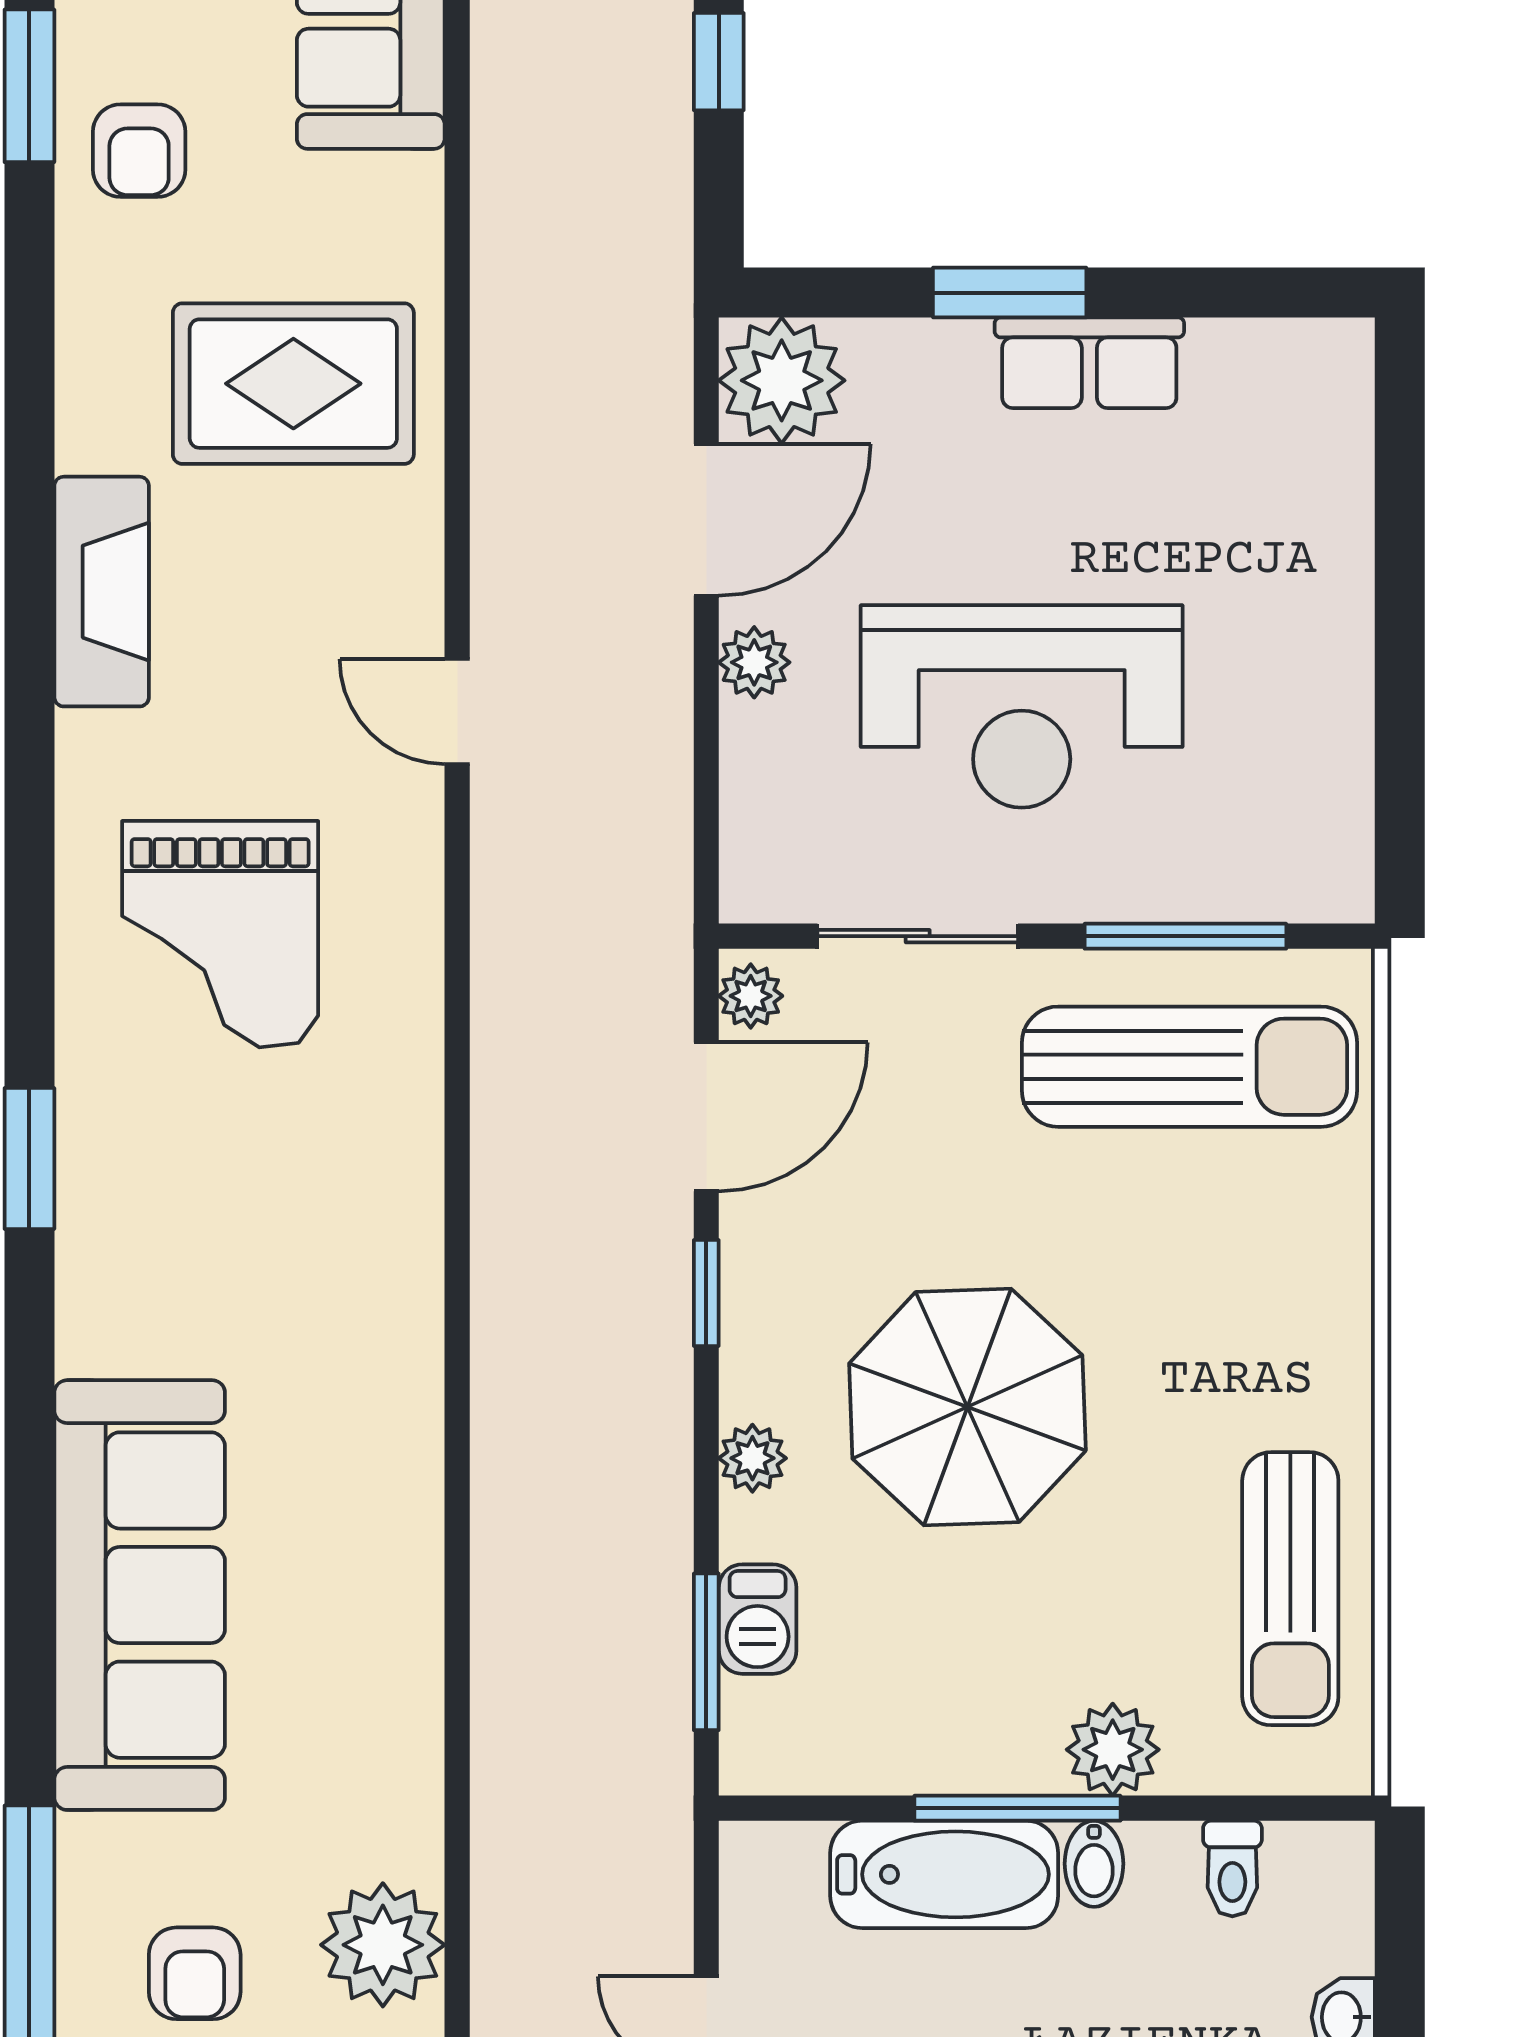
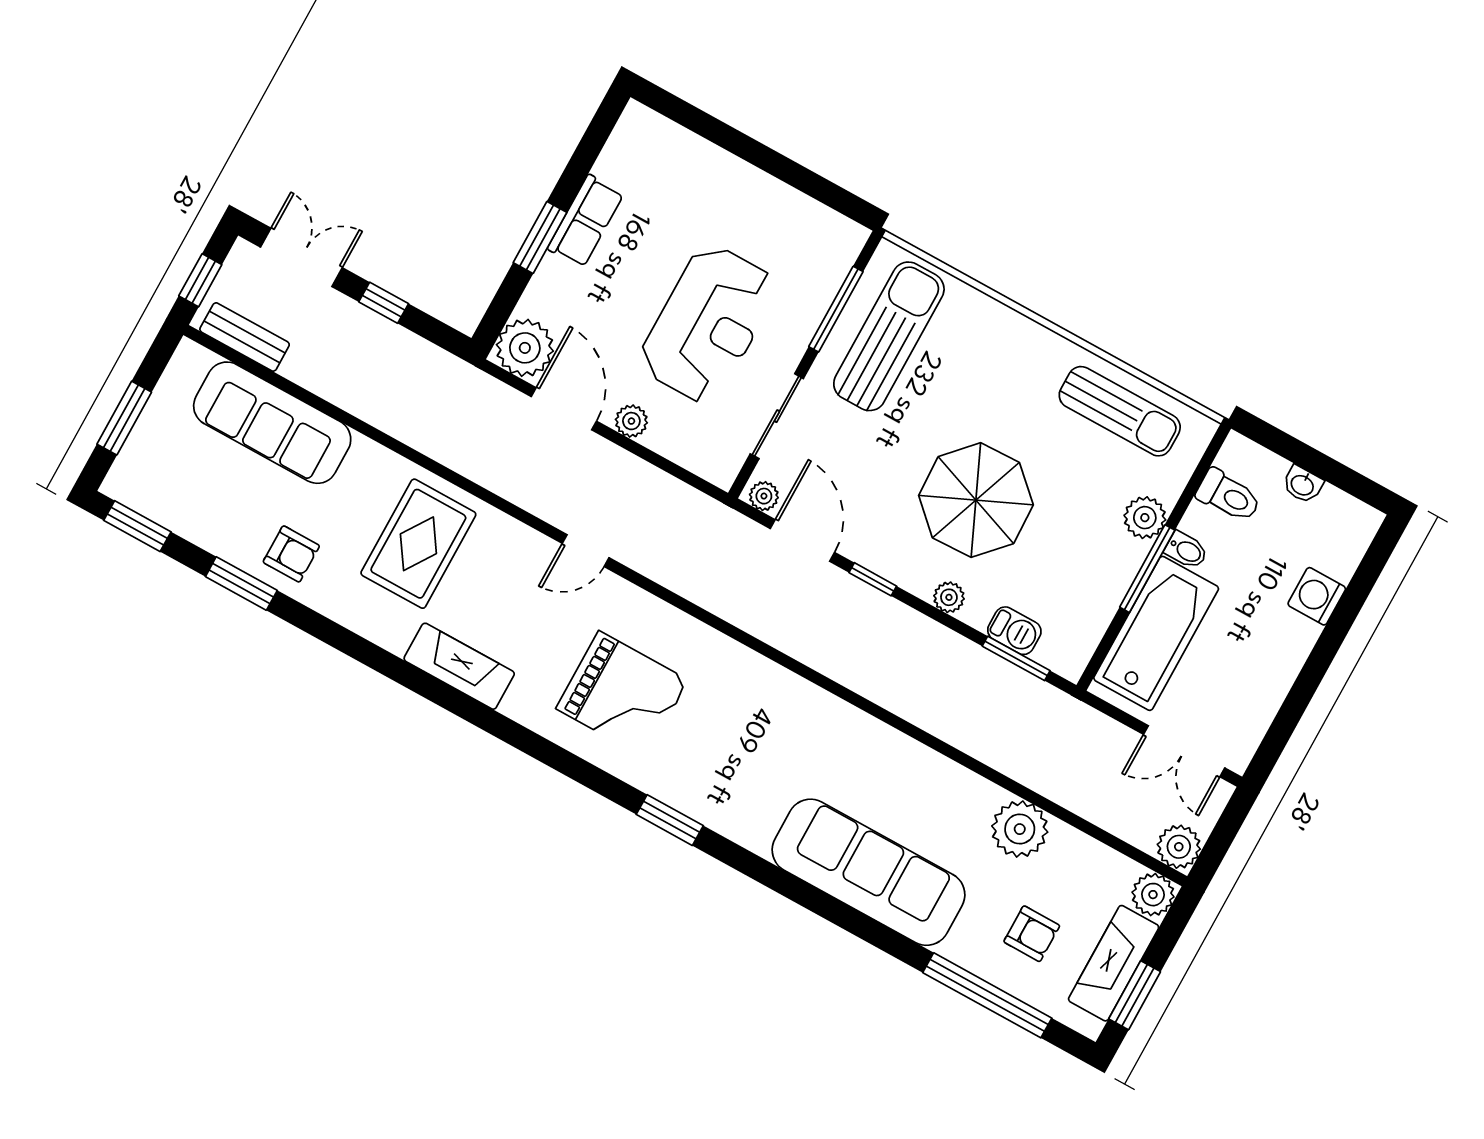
toilet: (1232, 1869) -> (1229, 496), width x1.37, depth x1.39
bathtub: (944, 1874) -> (1156, 633), width x1.36, depth x1.36
plant: (383, 1945) -> (1020, 829), moved

